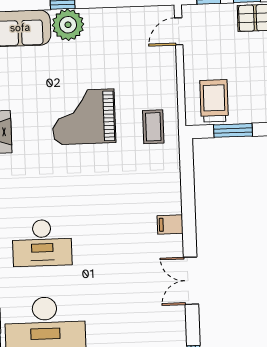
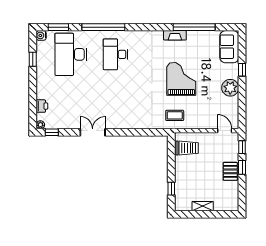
plant: (68, 25) -> (230, 88), moved
window: (233, 130) -> (171, 157), removed
filing cabinet: (170, 224) -> (123, 122), removed

